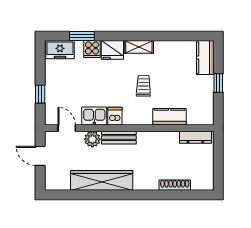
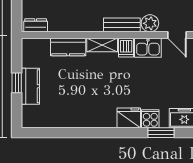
shelving: (139, 47) -> (102, 45), moved
kitchen counter: (205, 58) -> (30, 86), moved
trolley: (143, 86) -> (96, 80), removed
dresser: (195, 137) -> (36, 25), width x0.70

